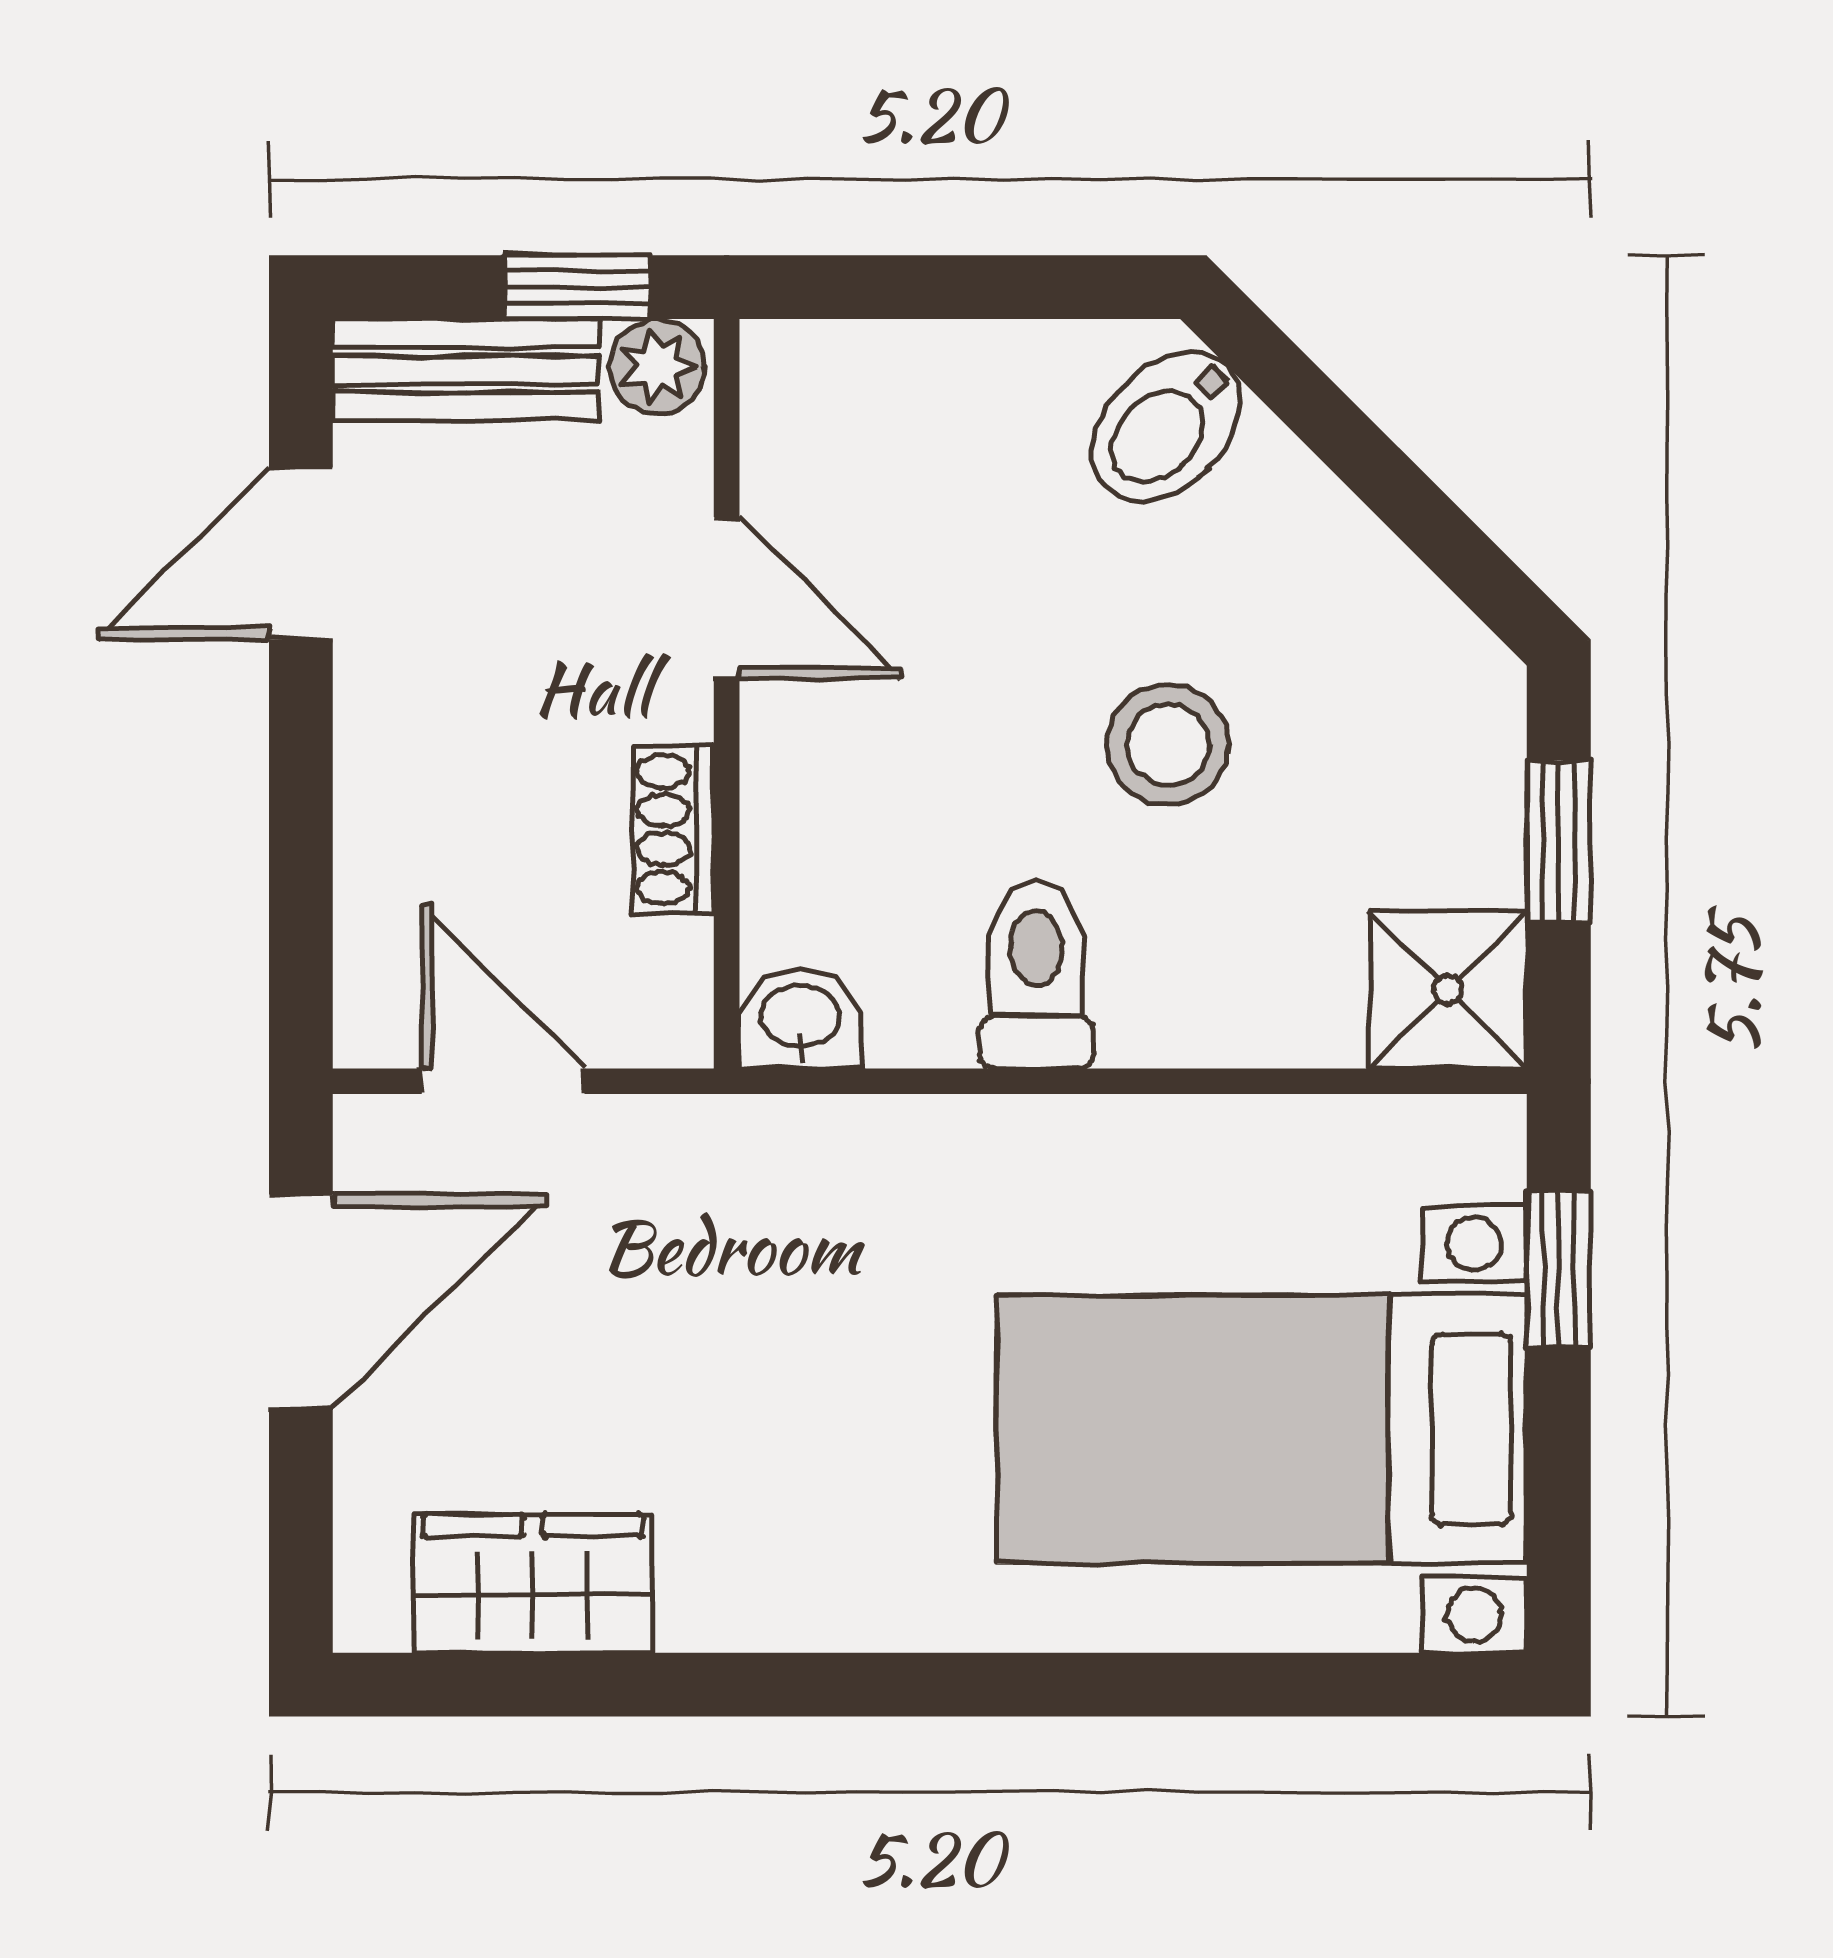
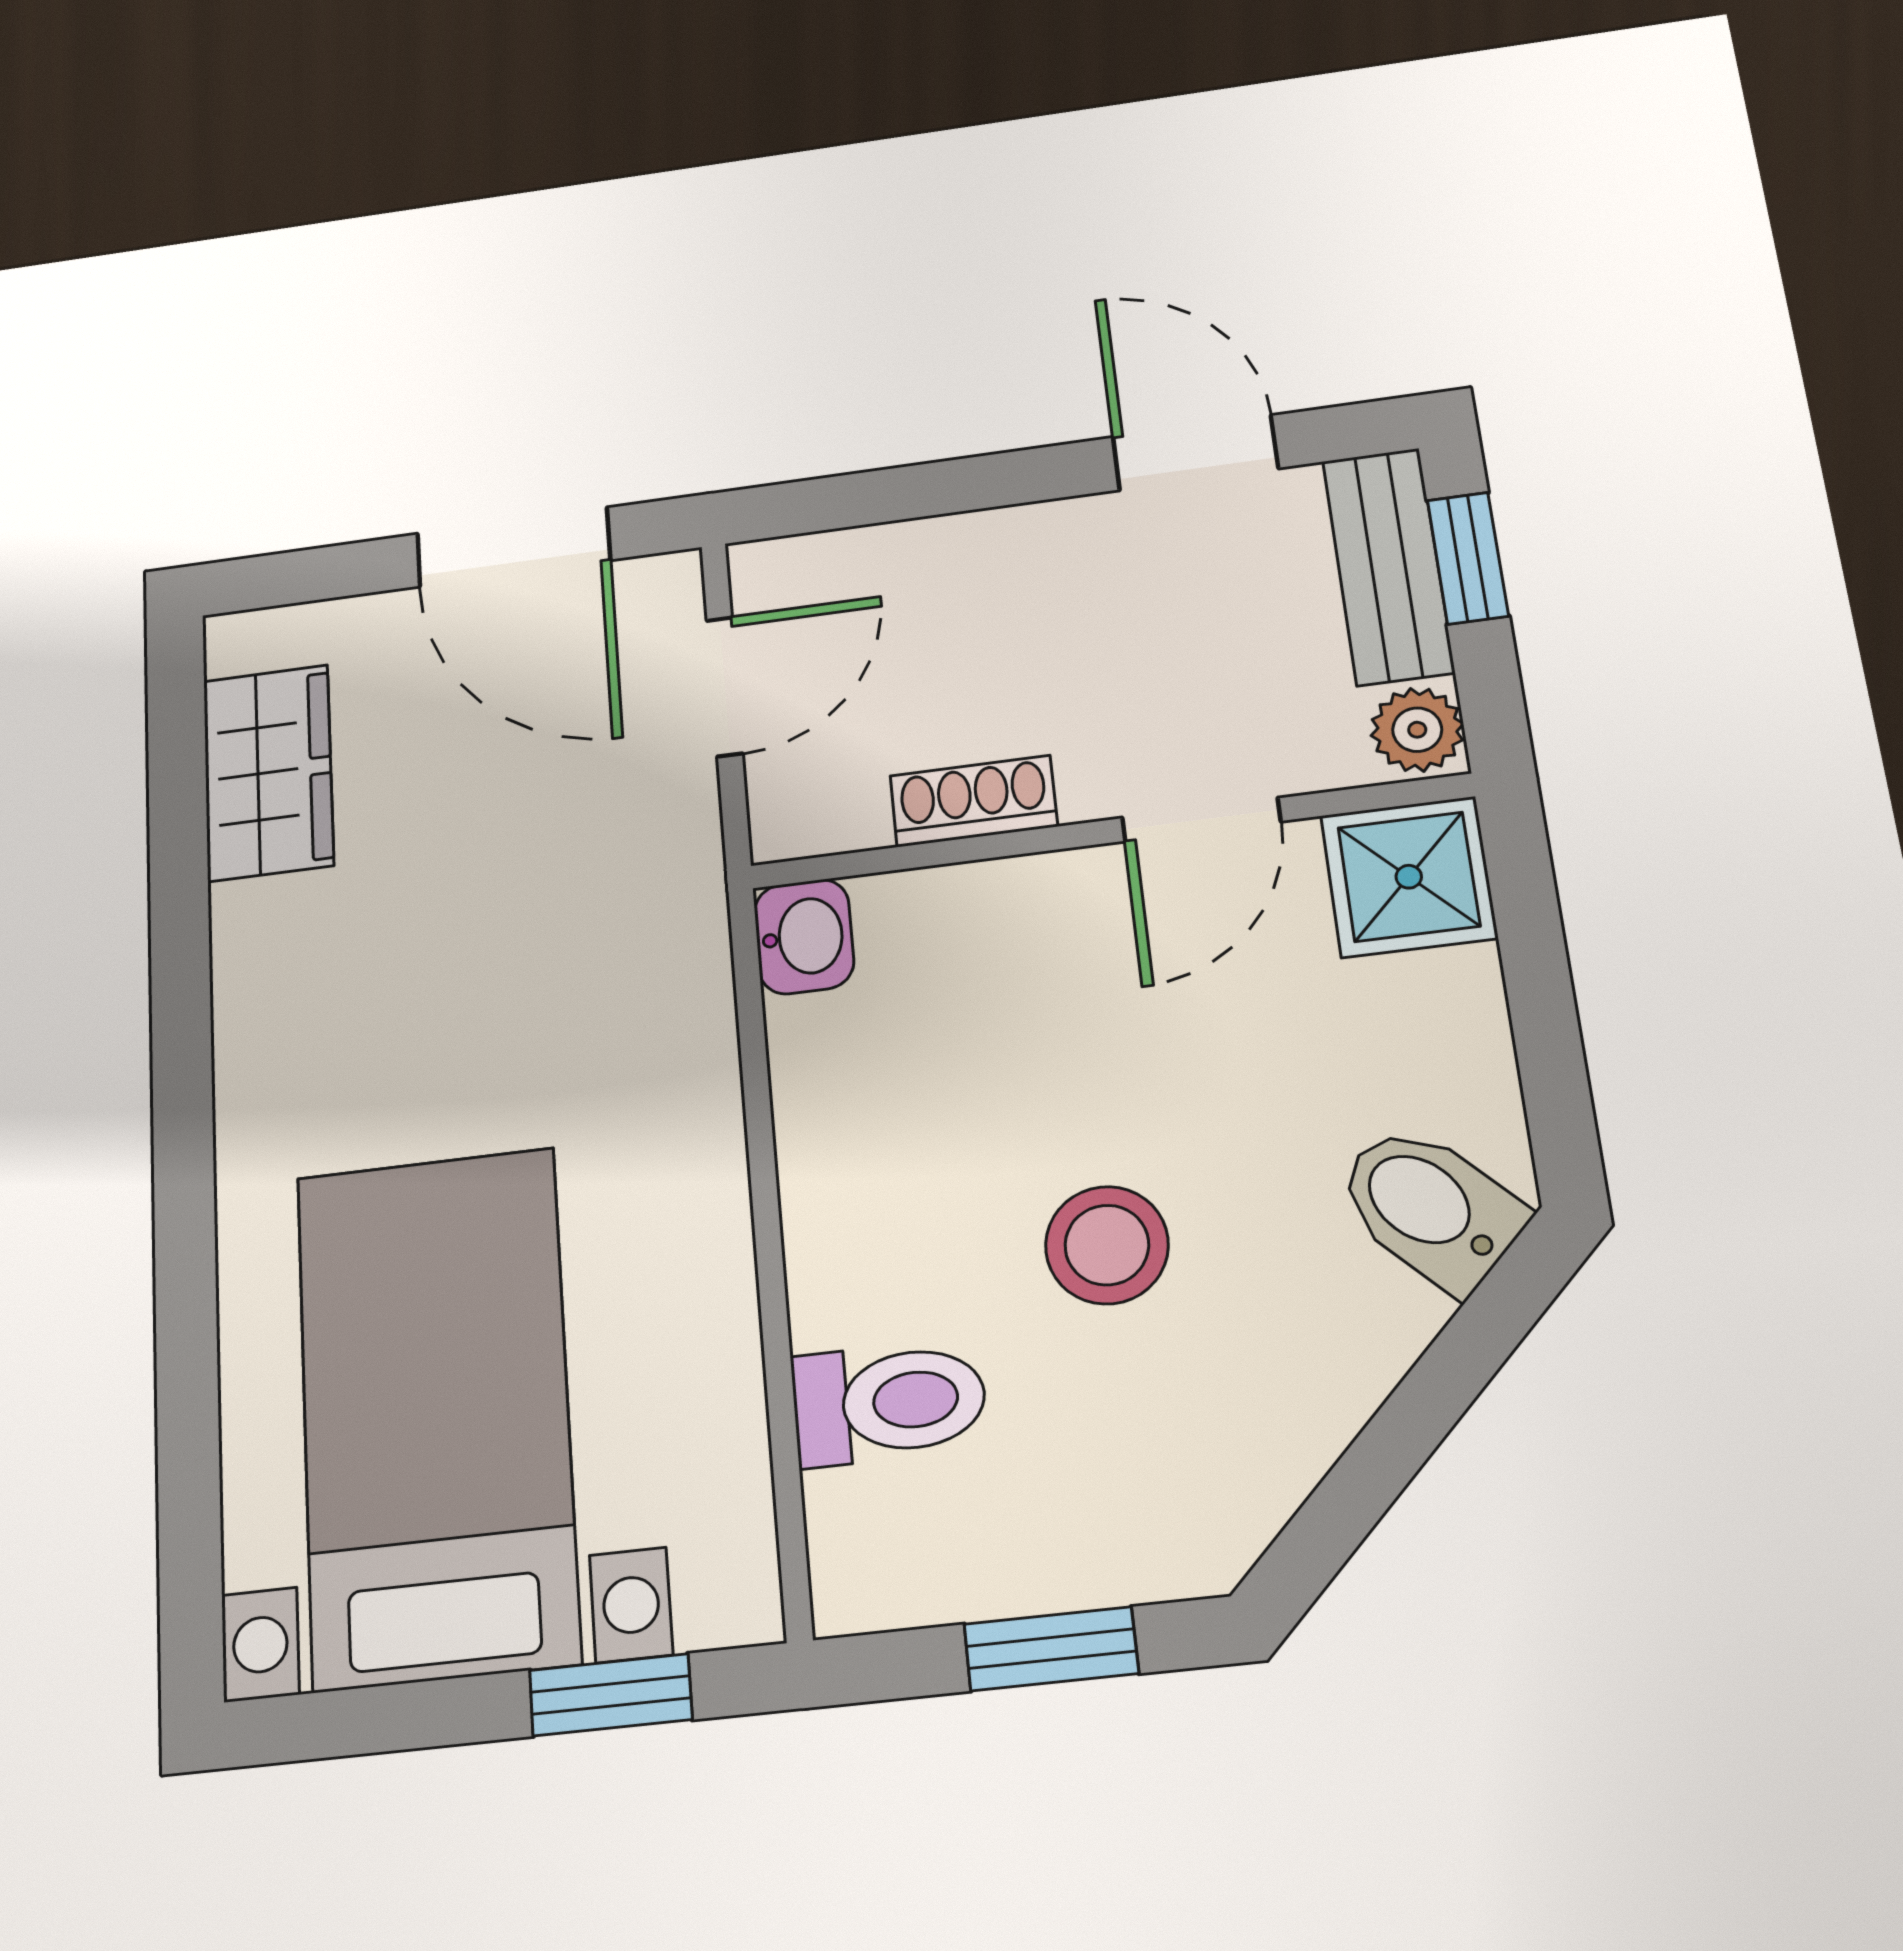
window: (577, 287) -> (1468, 558), moved
toilet: (1036, 974) -> (889, 1402), moved
shower: (1448, 990) -> (1409, 877), moved

